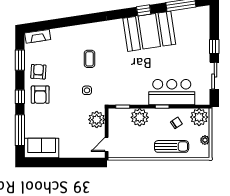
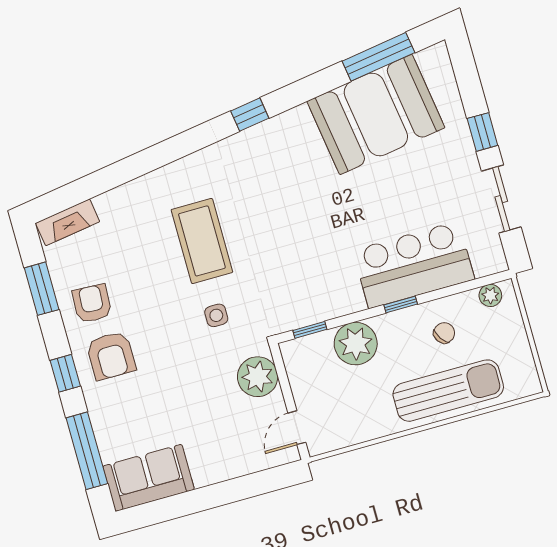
window: (144, 10) -> (250, 115), moved
booth: (149, 31) -> (376, 114), moved
coffee table: (90, 59) -> (202, 241), width x1.86, depth x1.72
plant: (199, 117) -> (490, 295), width x0.53, depth x0.53
plant: (205, 140) -> (521, 354), removed
sun lounger: (172, 146) -> (448, 391), width x1.36, depth x1.34

